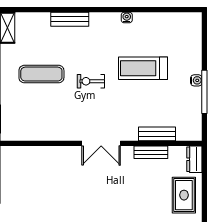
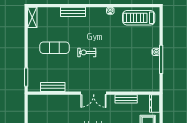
treadmill: (143, 68) -> (139, 18), moved
bench: (157, 134) -> (53, 87), moved

